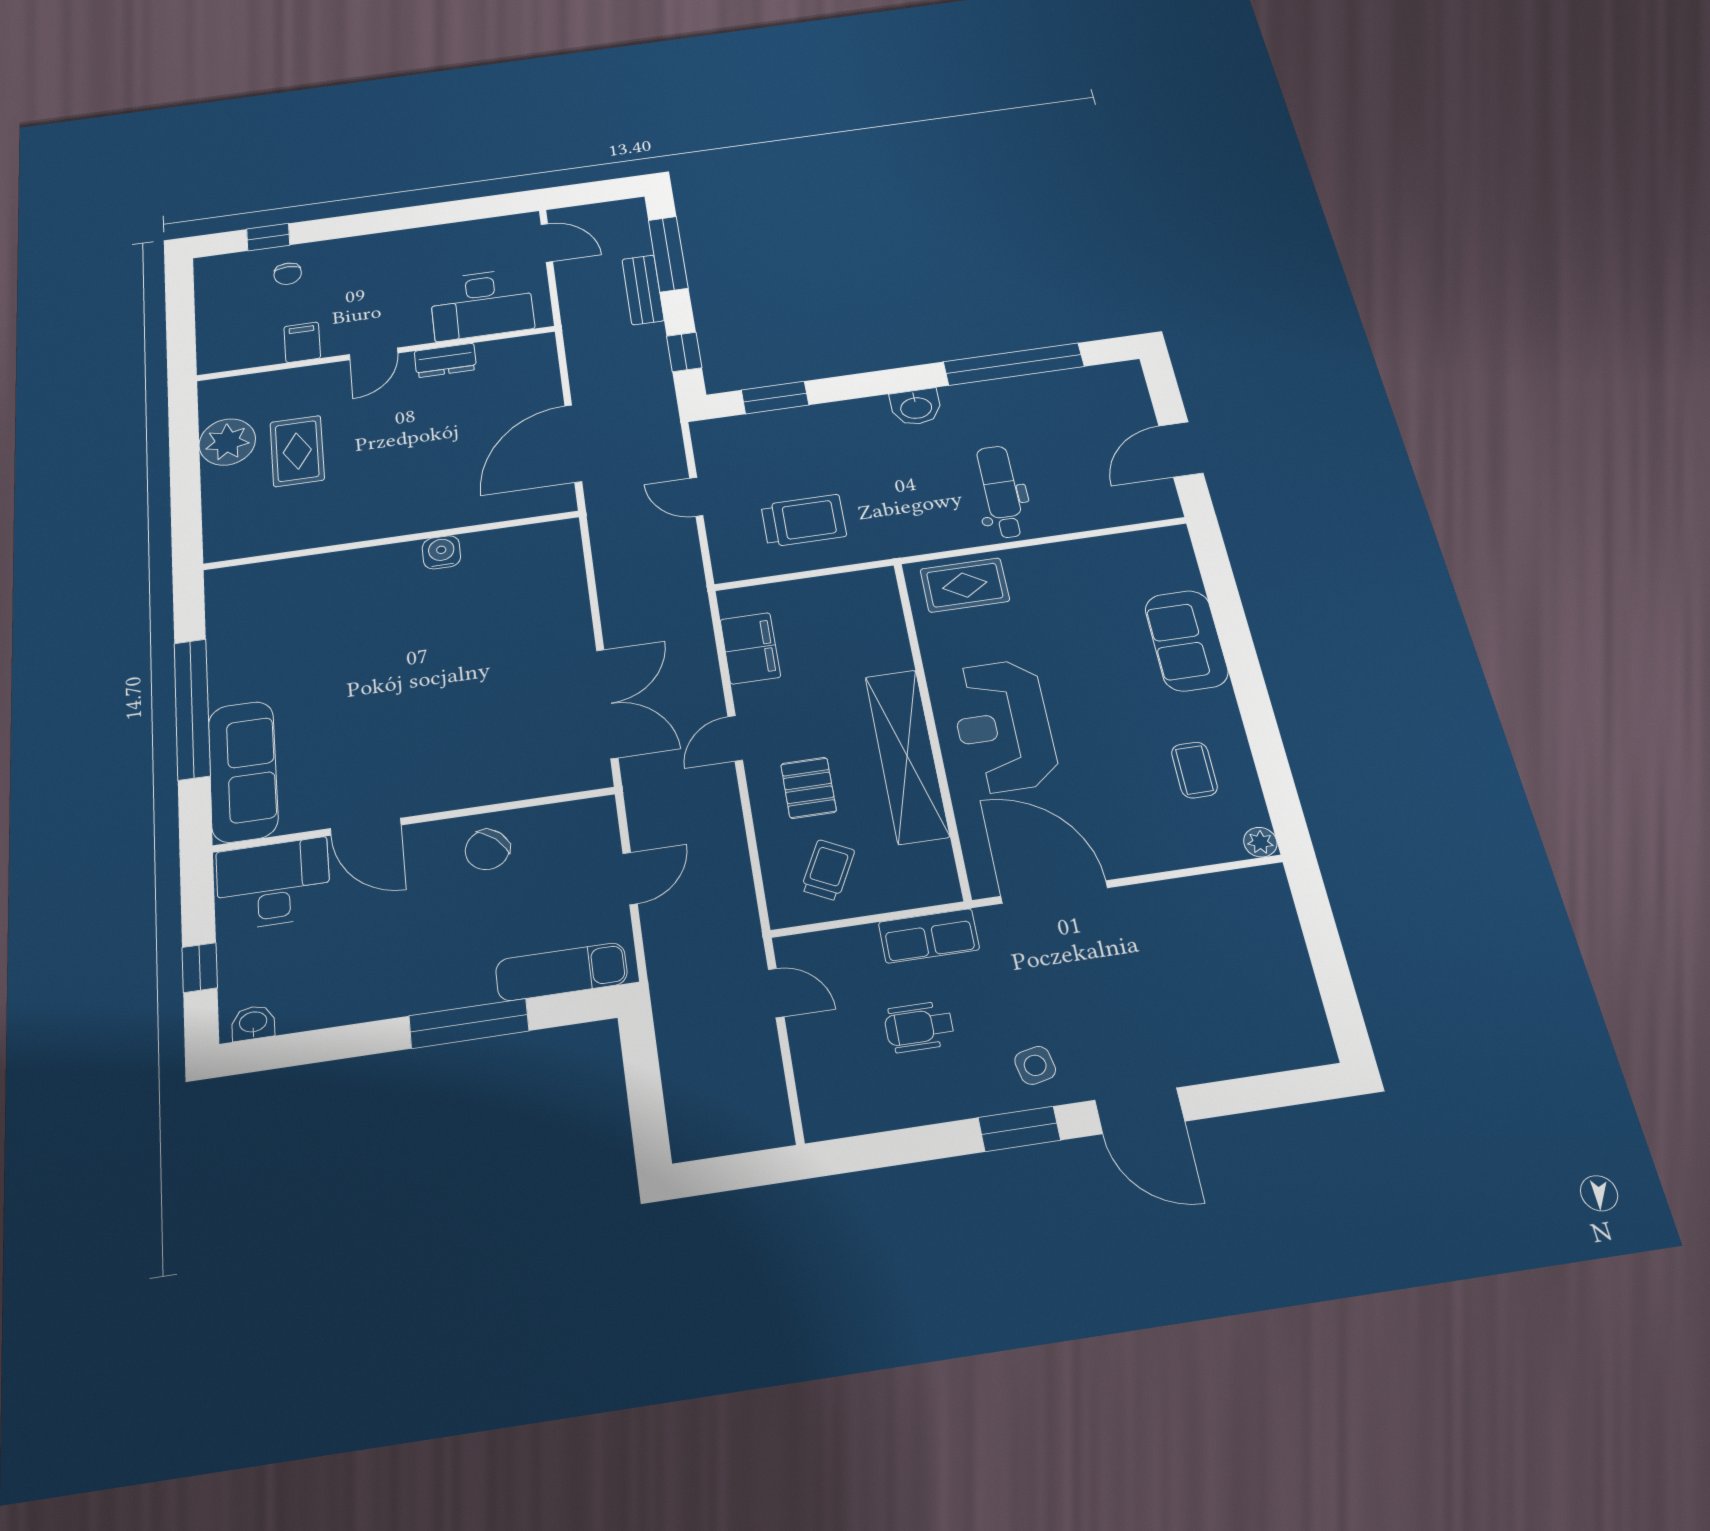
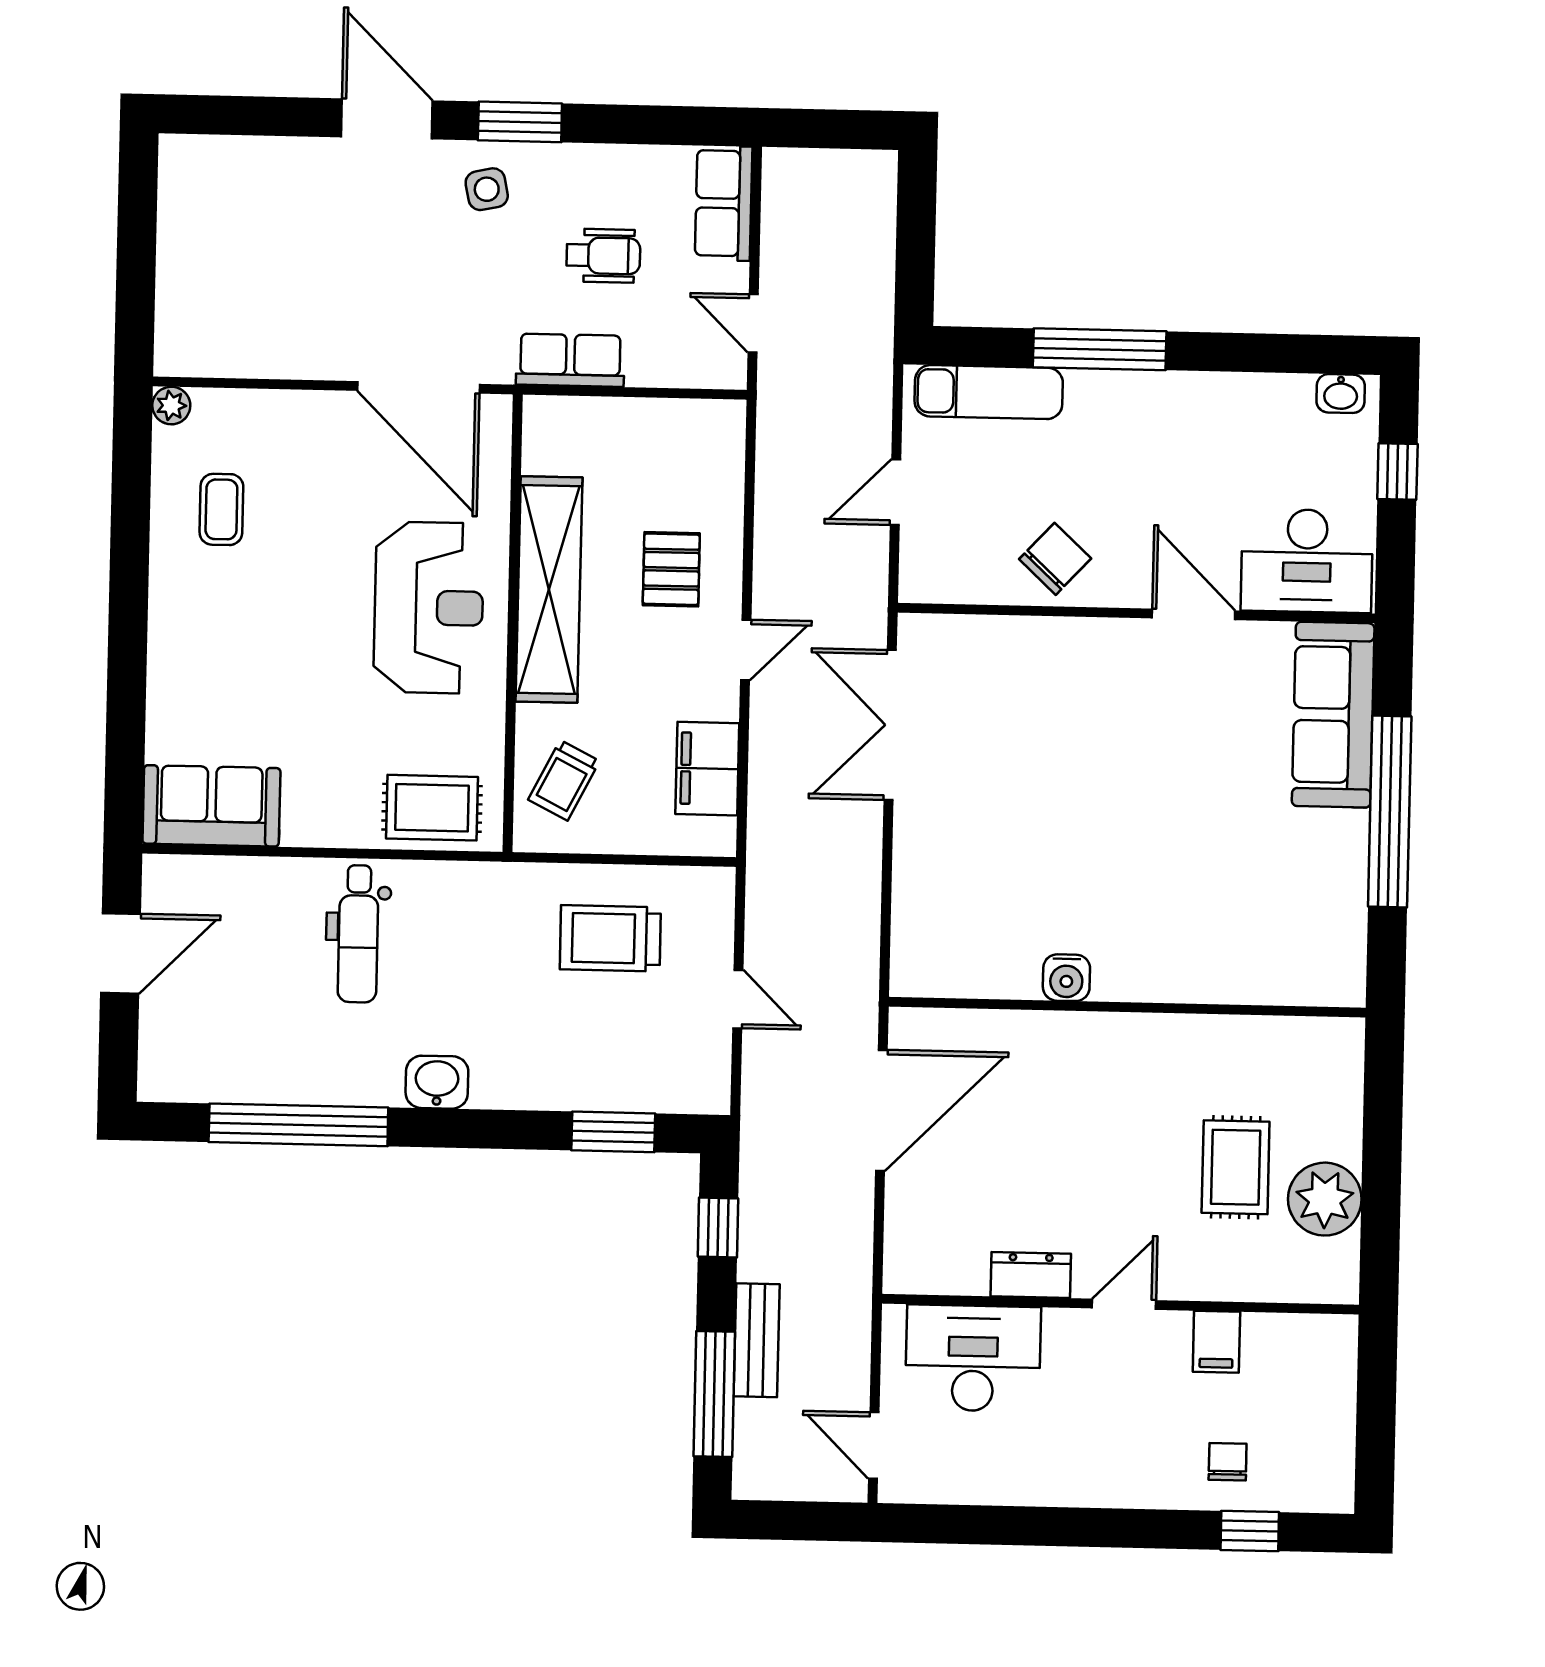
sofa: (1186, 641) -> (211, 806), moved, turned -90
trolley: (828, 870) -> (564, 780), moved
row of seats: (821, 1090) -> (724, 203), added

